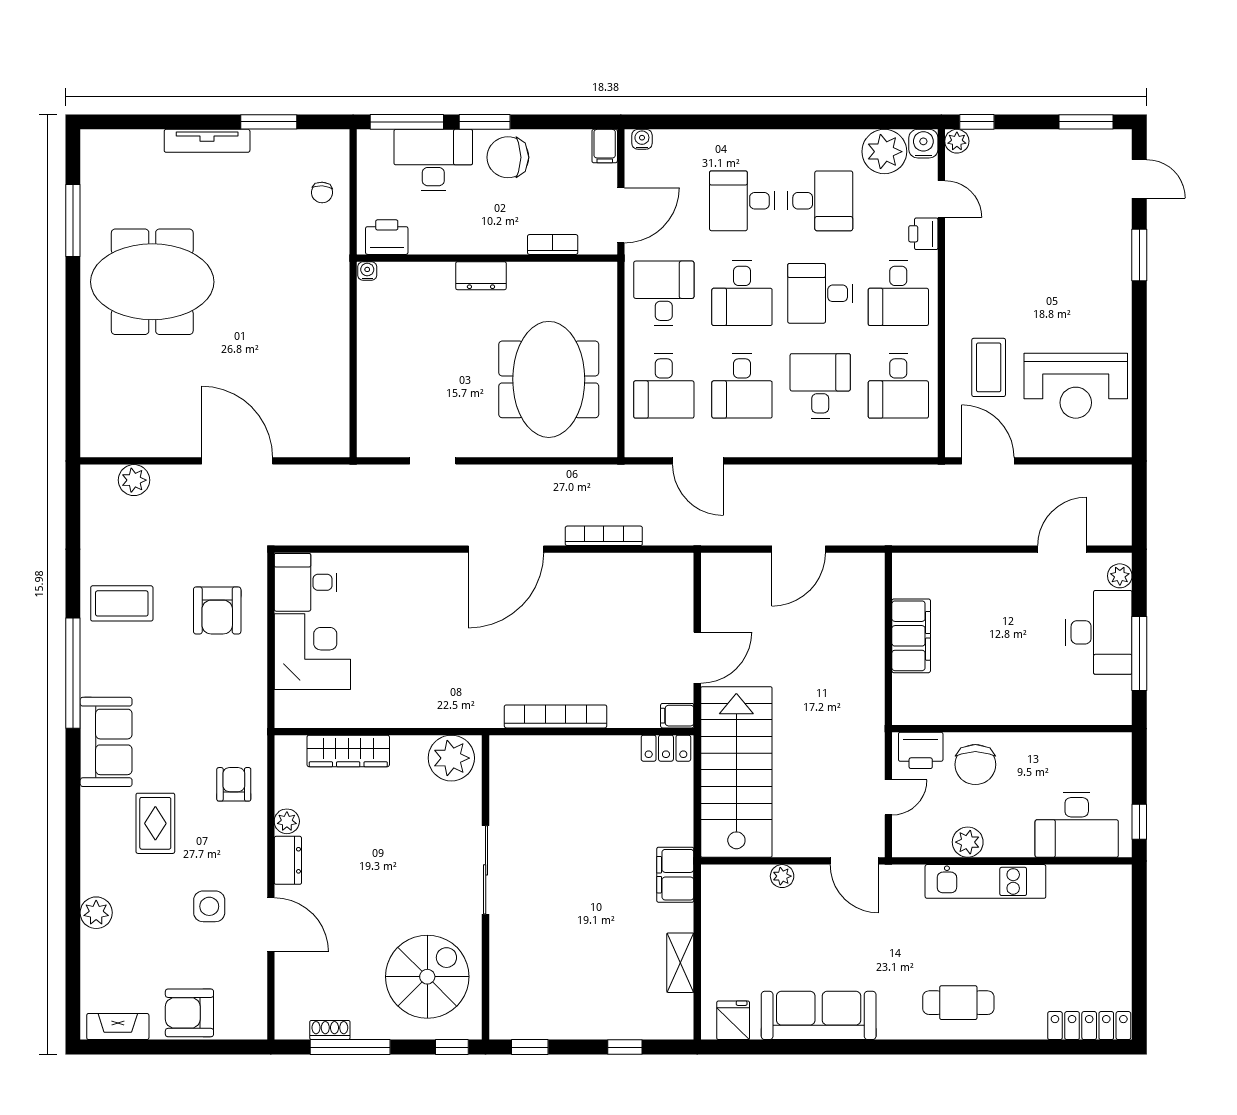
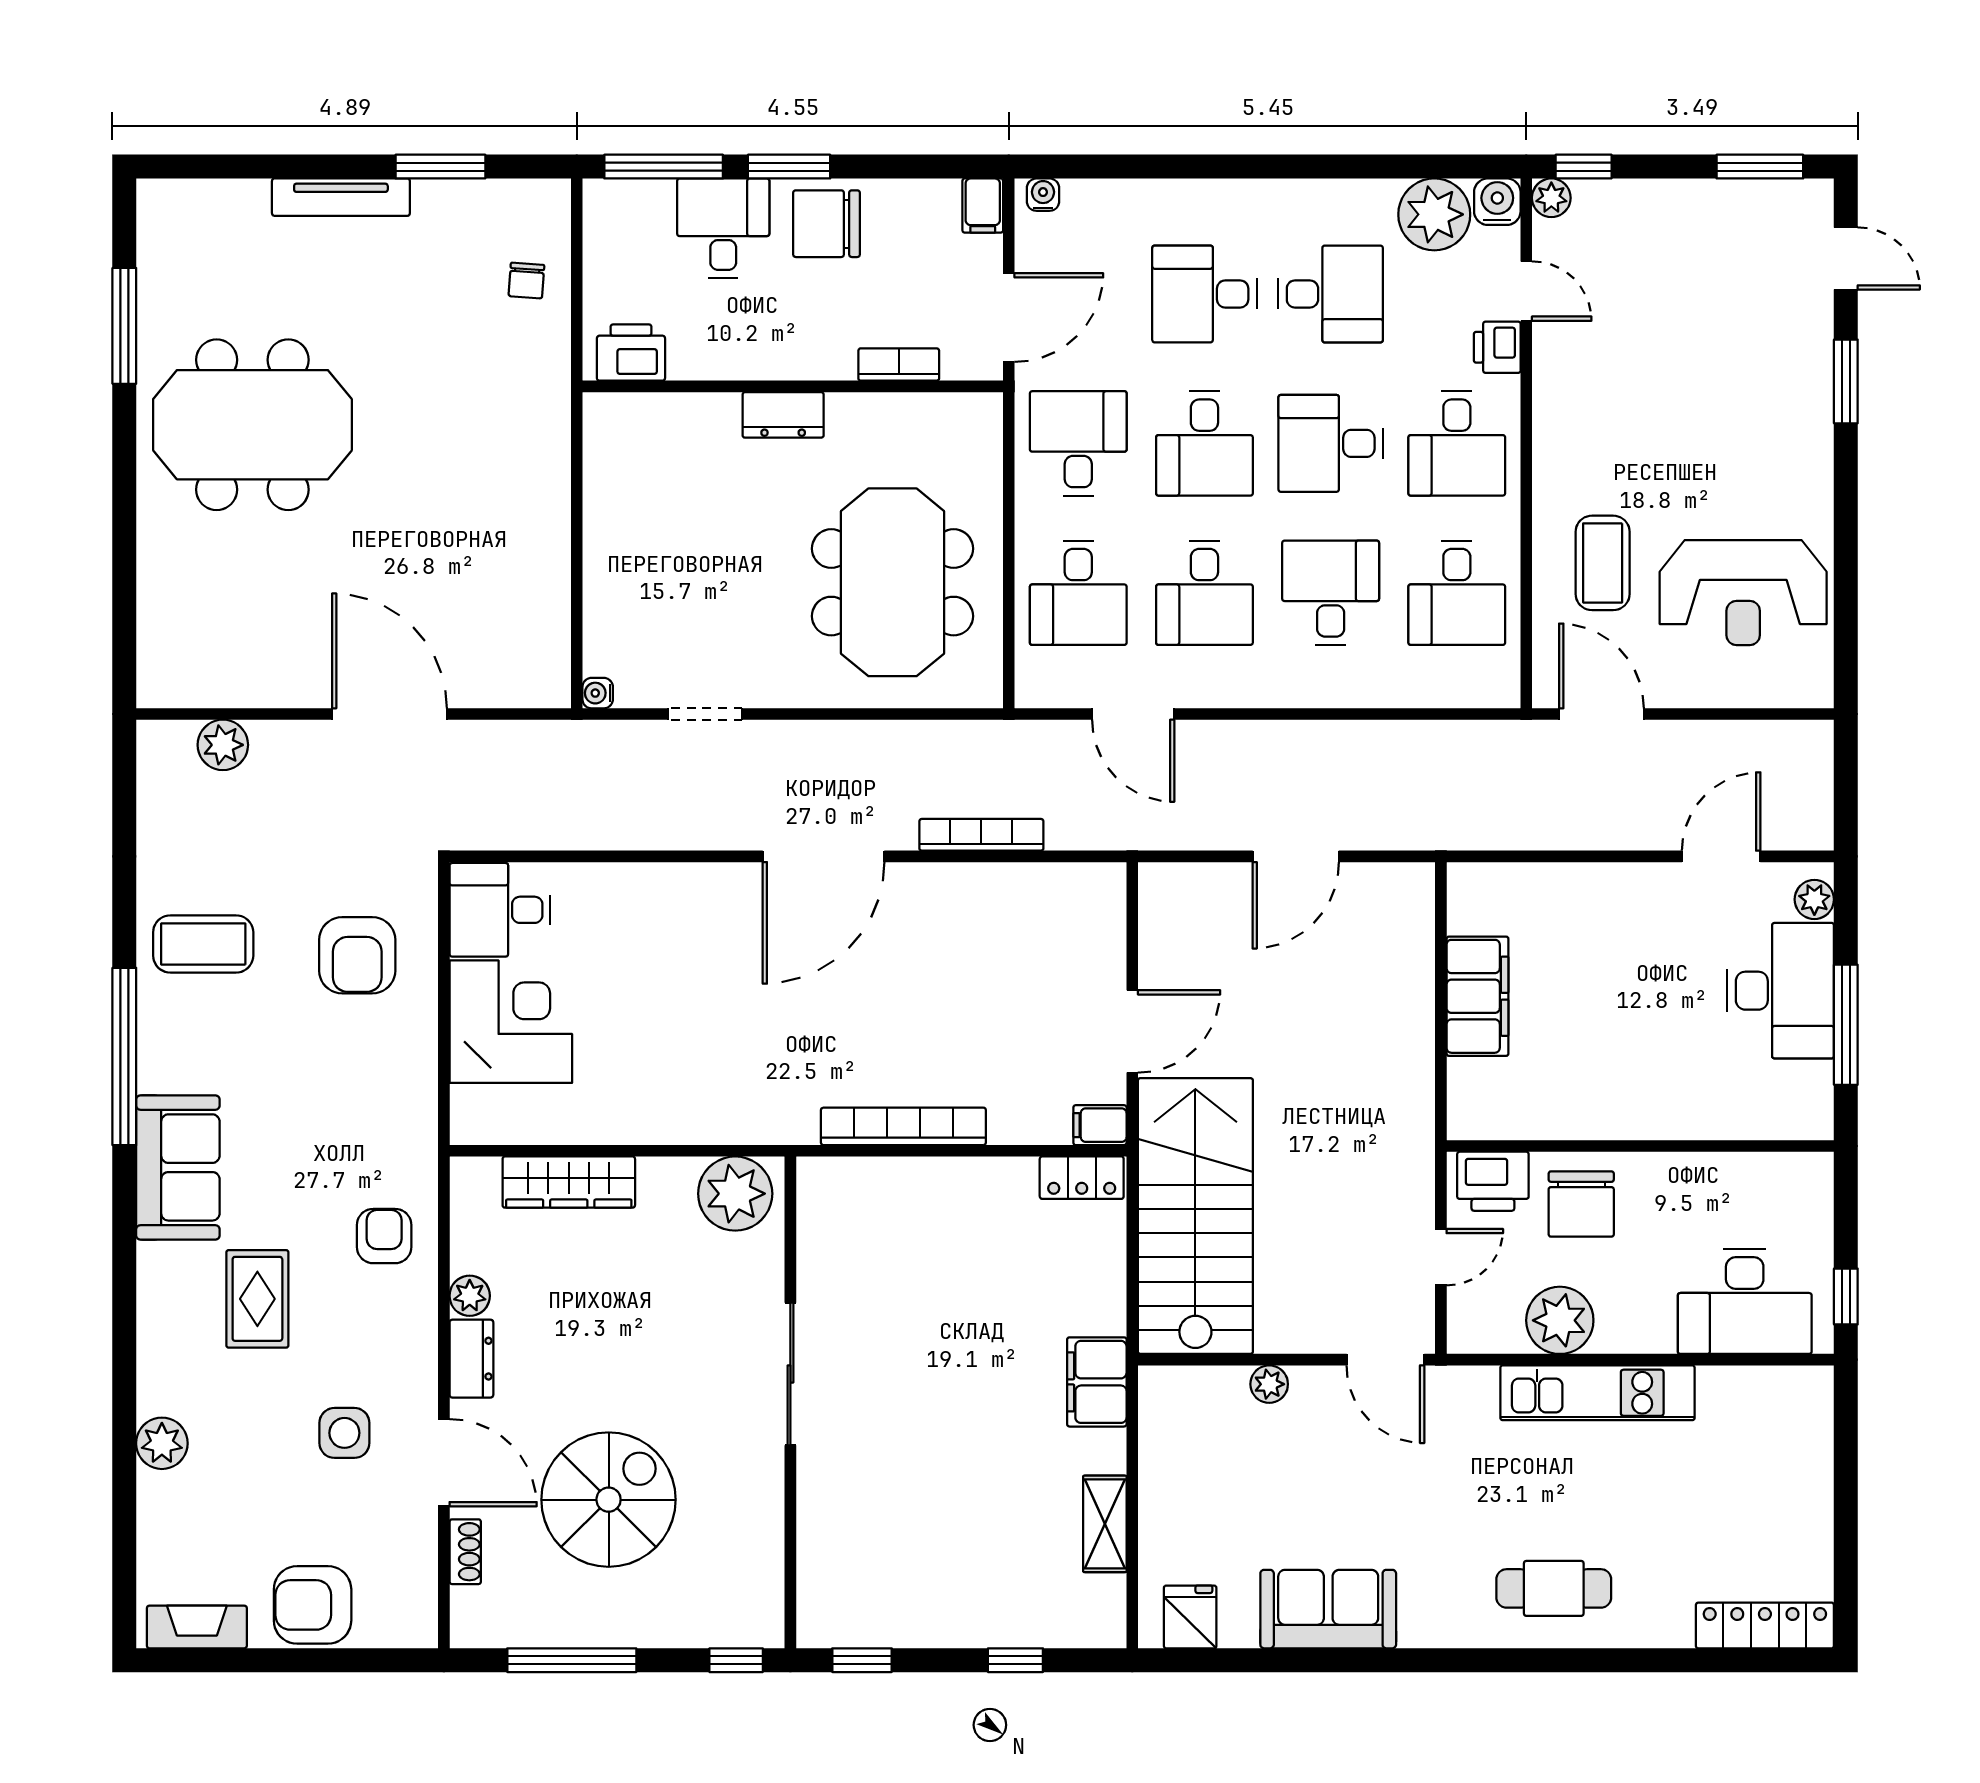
desk: (433, 160) -> (723, 228), width x0.73
water cooler: (367, 271) -> (598, 693), moved, turned -90
plant: (968, 842) -> (1560, 1320), width x1.36, depth x1.36
spiral stairs: (427, 977) -> (609, 1500), moved
sofa: (819, 1015) -> (1328, 1609), width x0.73
shoe rack: (330, 1030) -> (465, 1552), moved, turned 90

